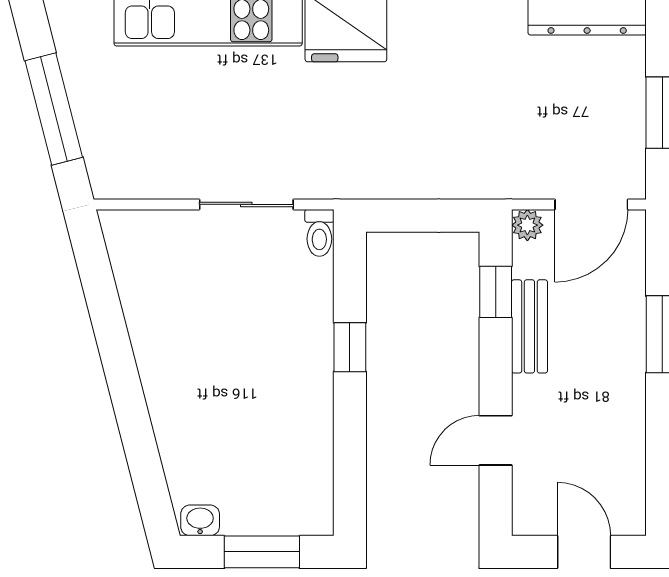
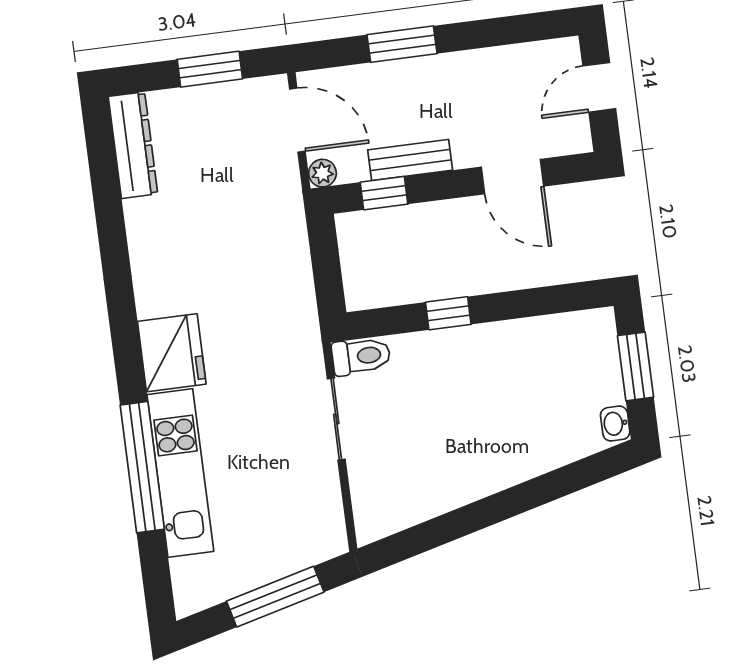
toilet: (319, 233) -> (361, 356), width x1.37, depth x1.39
door: (496, 440) -> (513, 177), width x1.37

